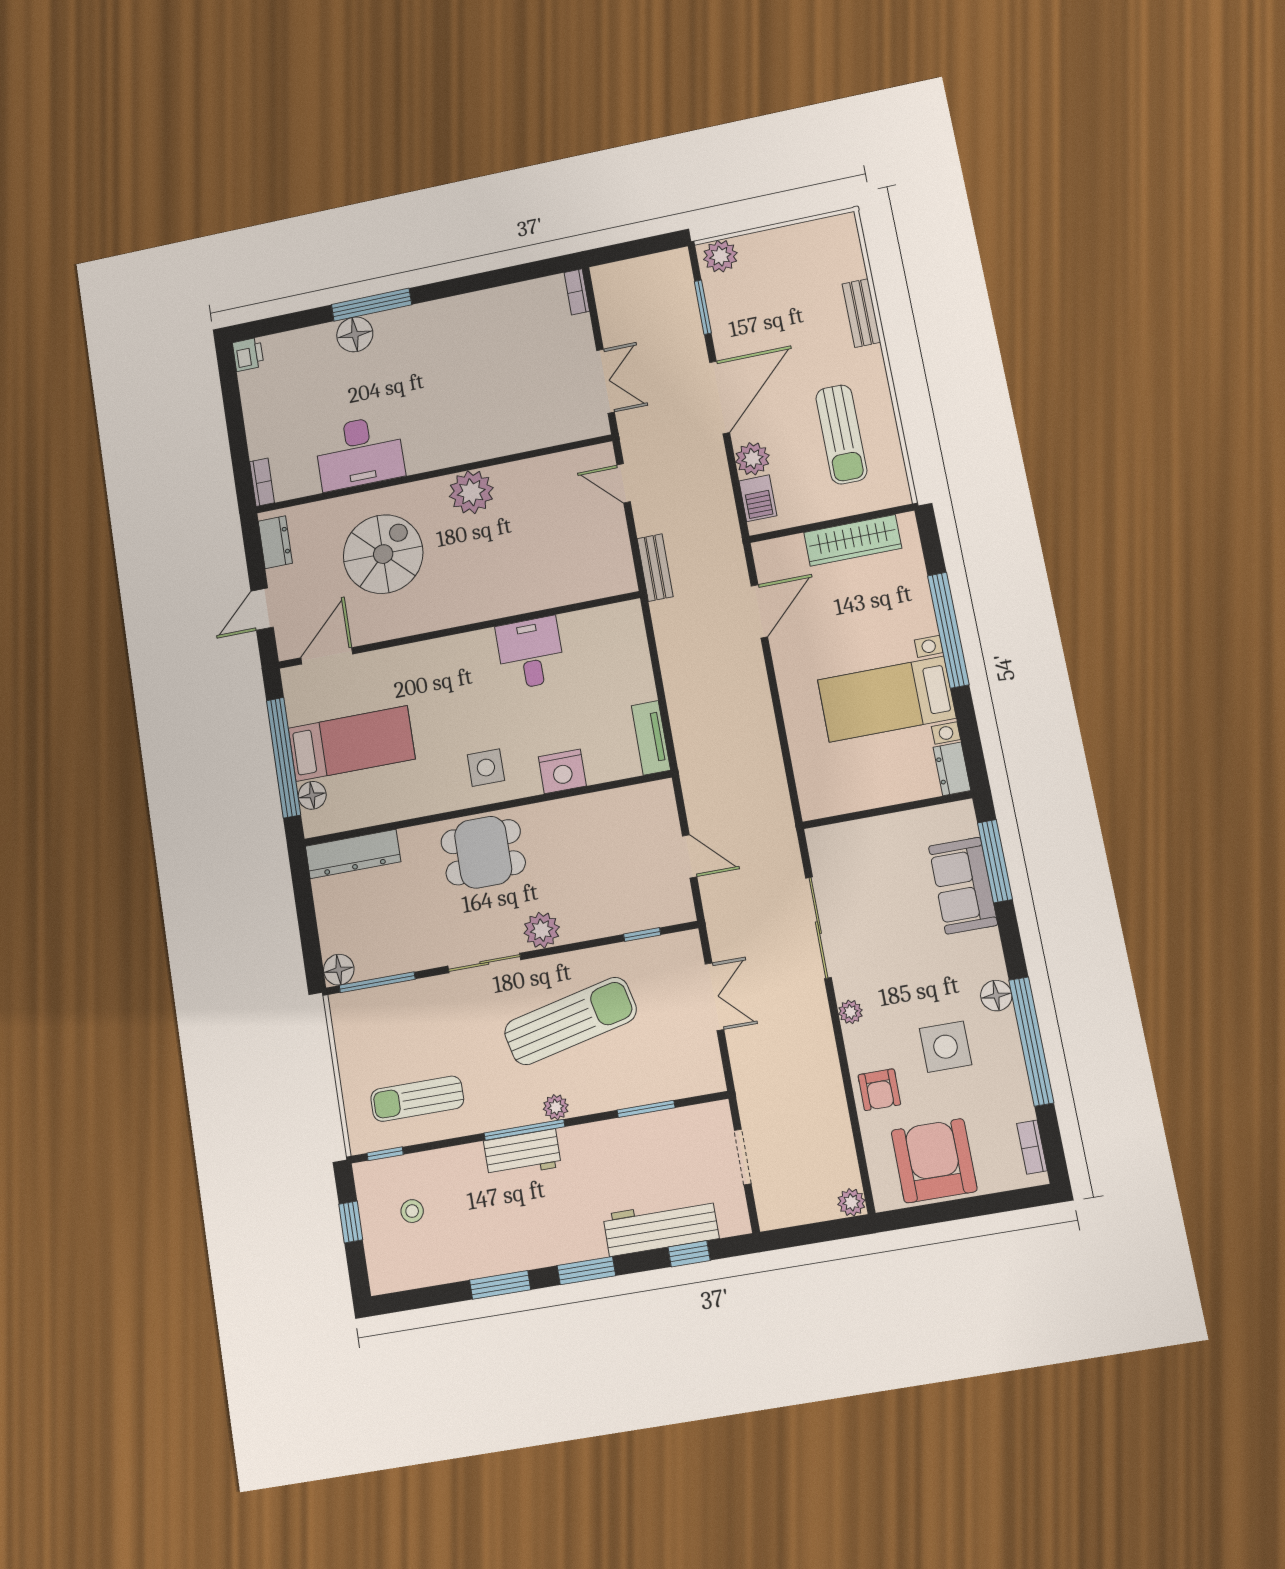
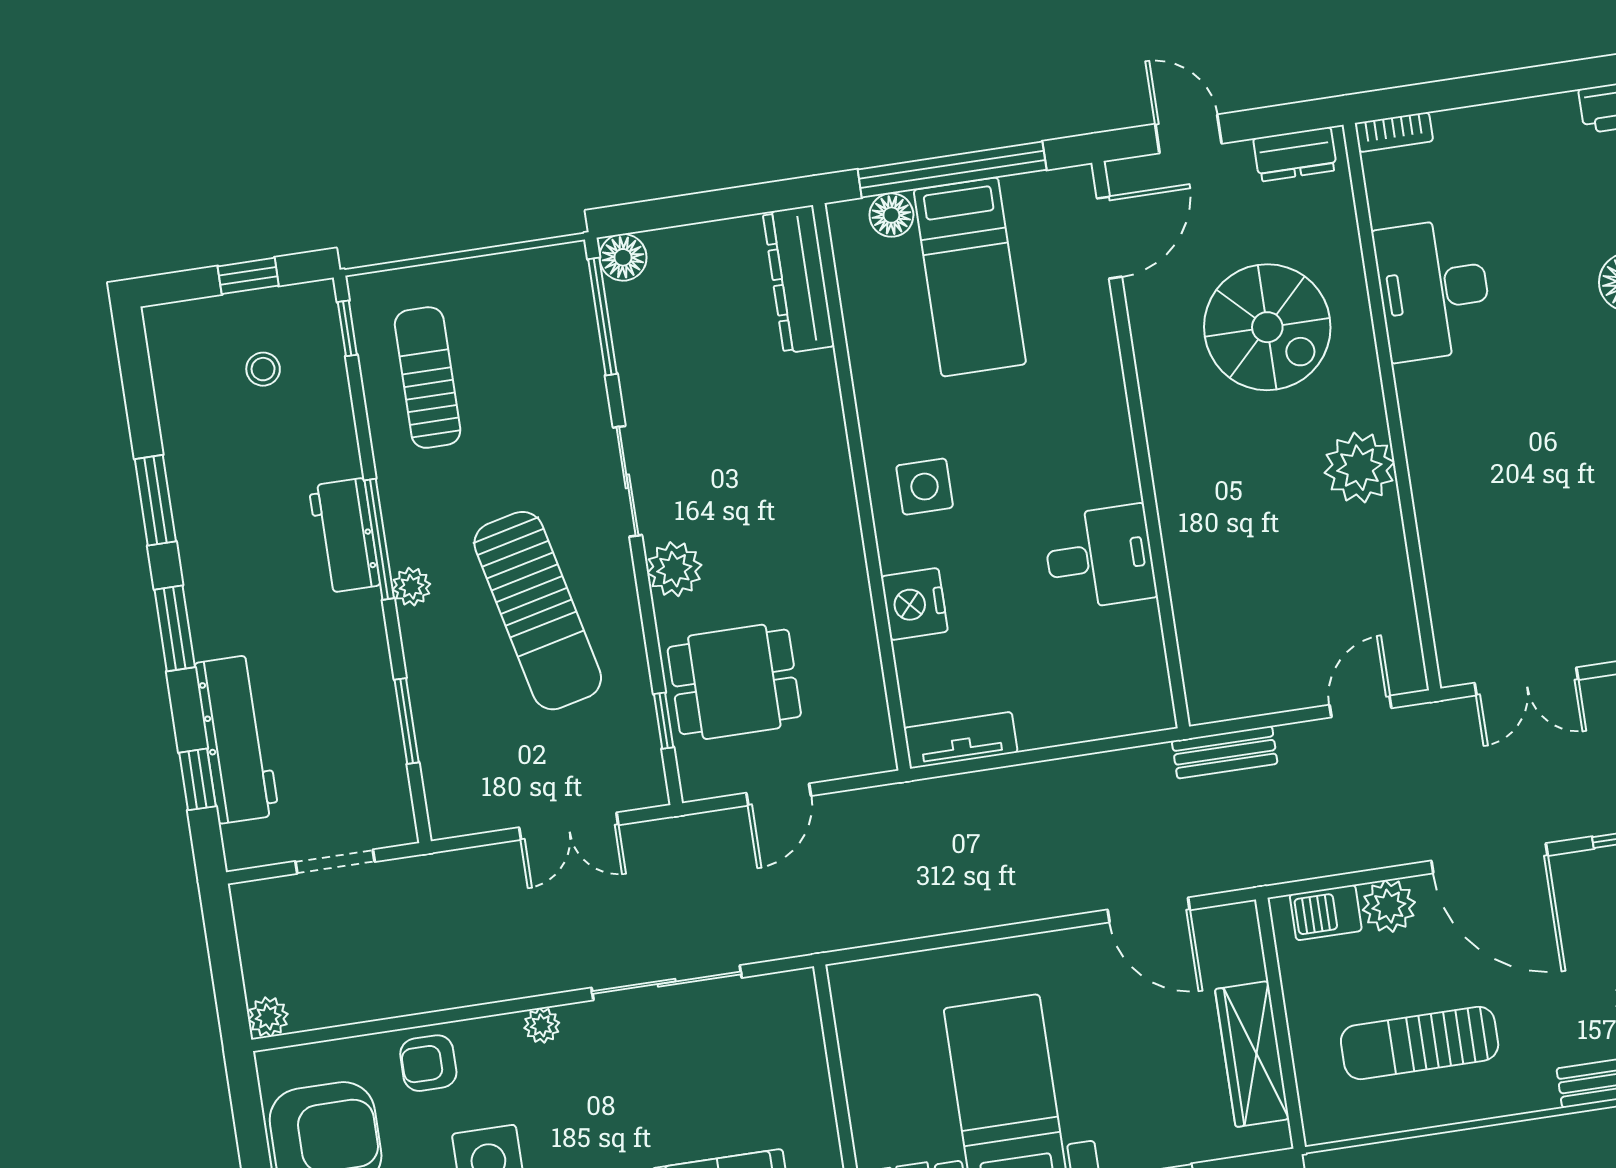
door: (327, 656) -> (1109, 238), hinge flipped
dining table: (483, 852) -> (734, 682), moved, turned 90

